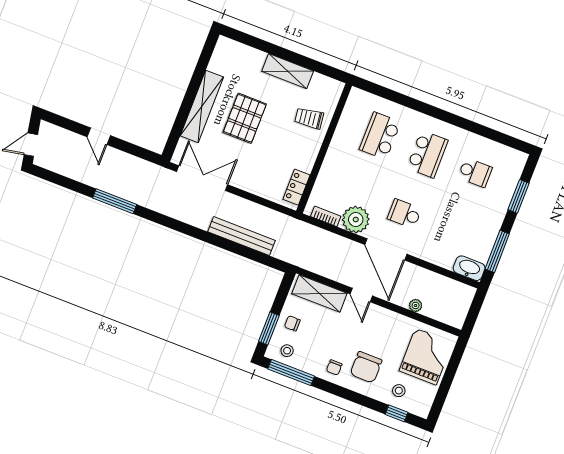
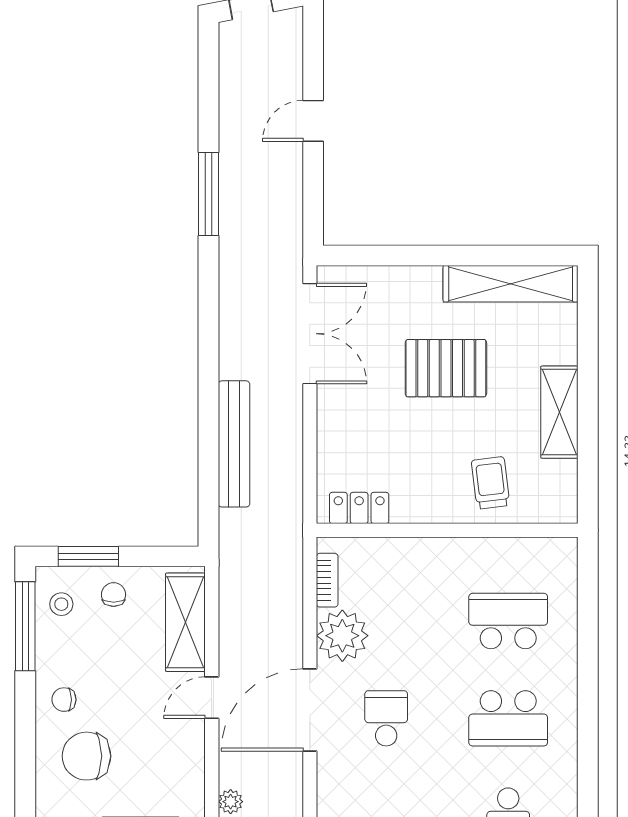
shelving: (202, 106) -> (511, 284), moved

